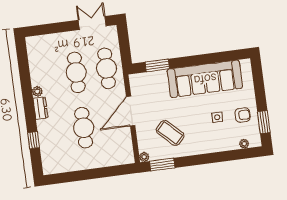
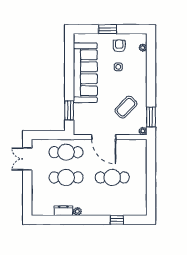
dresser: (40, 108) -> (63, 211), moved
window: (264, 122) -> (108, 29), moved

